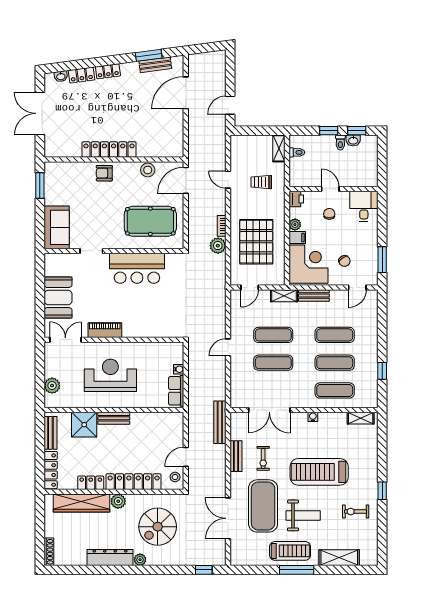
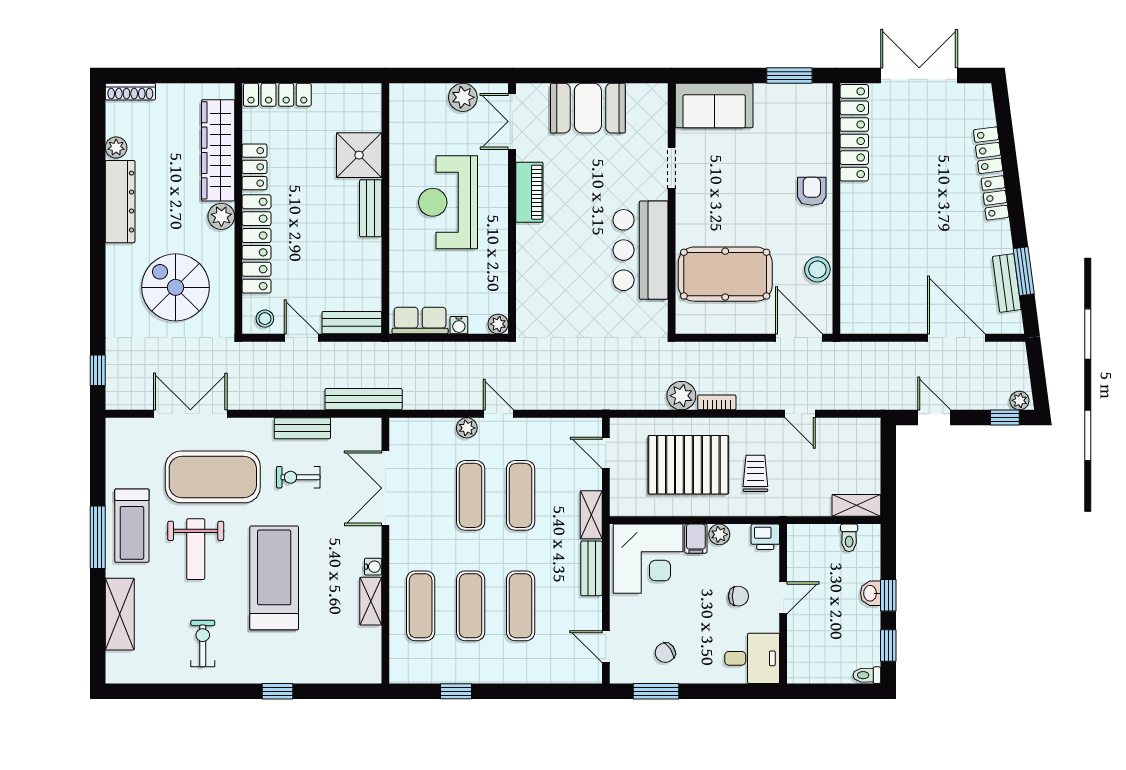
plant: (221, 58) -> (1019, 400), added
window: (230, 66) -> (1005, 418), added
washbasin: (61, 76) -> (986, 113), removed
washbasin: (353, 140) -> (871, 593), moved
toilet: (340, 142) -> (867, 675), moved
locker: (109, 150) -> (854, 133), moved
door: (228, 180) -> (800, 414), swing flipped
trolley: (261, 182) -> (755, 473), moved
pool table: (150, 221) -> (725, 274), turned 90
chair: (344, 261) -> (665, 653), moved
double door: (65, 340) -> (512, 121), swing flipped
plant: (178, 347) -> (498, 324), added
plant: (236, 365) -> (467, 428), added
reception desk: (110, 375) -> (448, 202), turned 180
plant: (52, 386) -> (463, 97), moved
shelving: (361, 418) -> (371, 601), moved
bench: (50, 433) -> (352, 323), moved
window: (382, 491) -> (277, 691), moved
plant: (140, 560) -> (116, 148), moved

